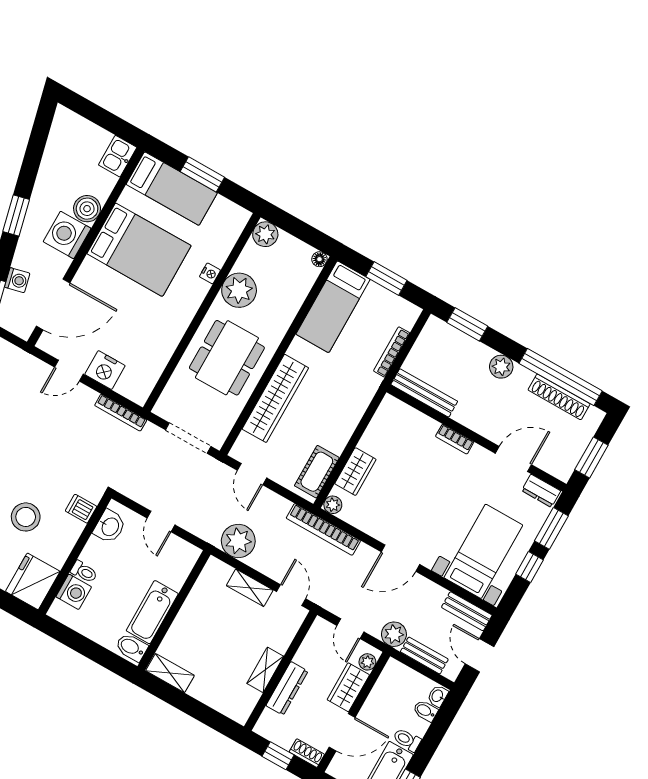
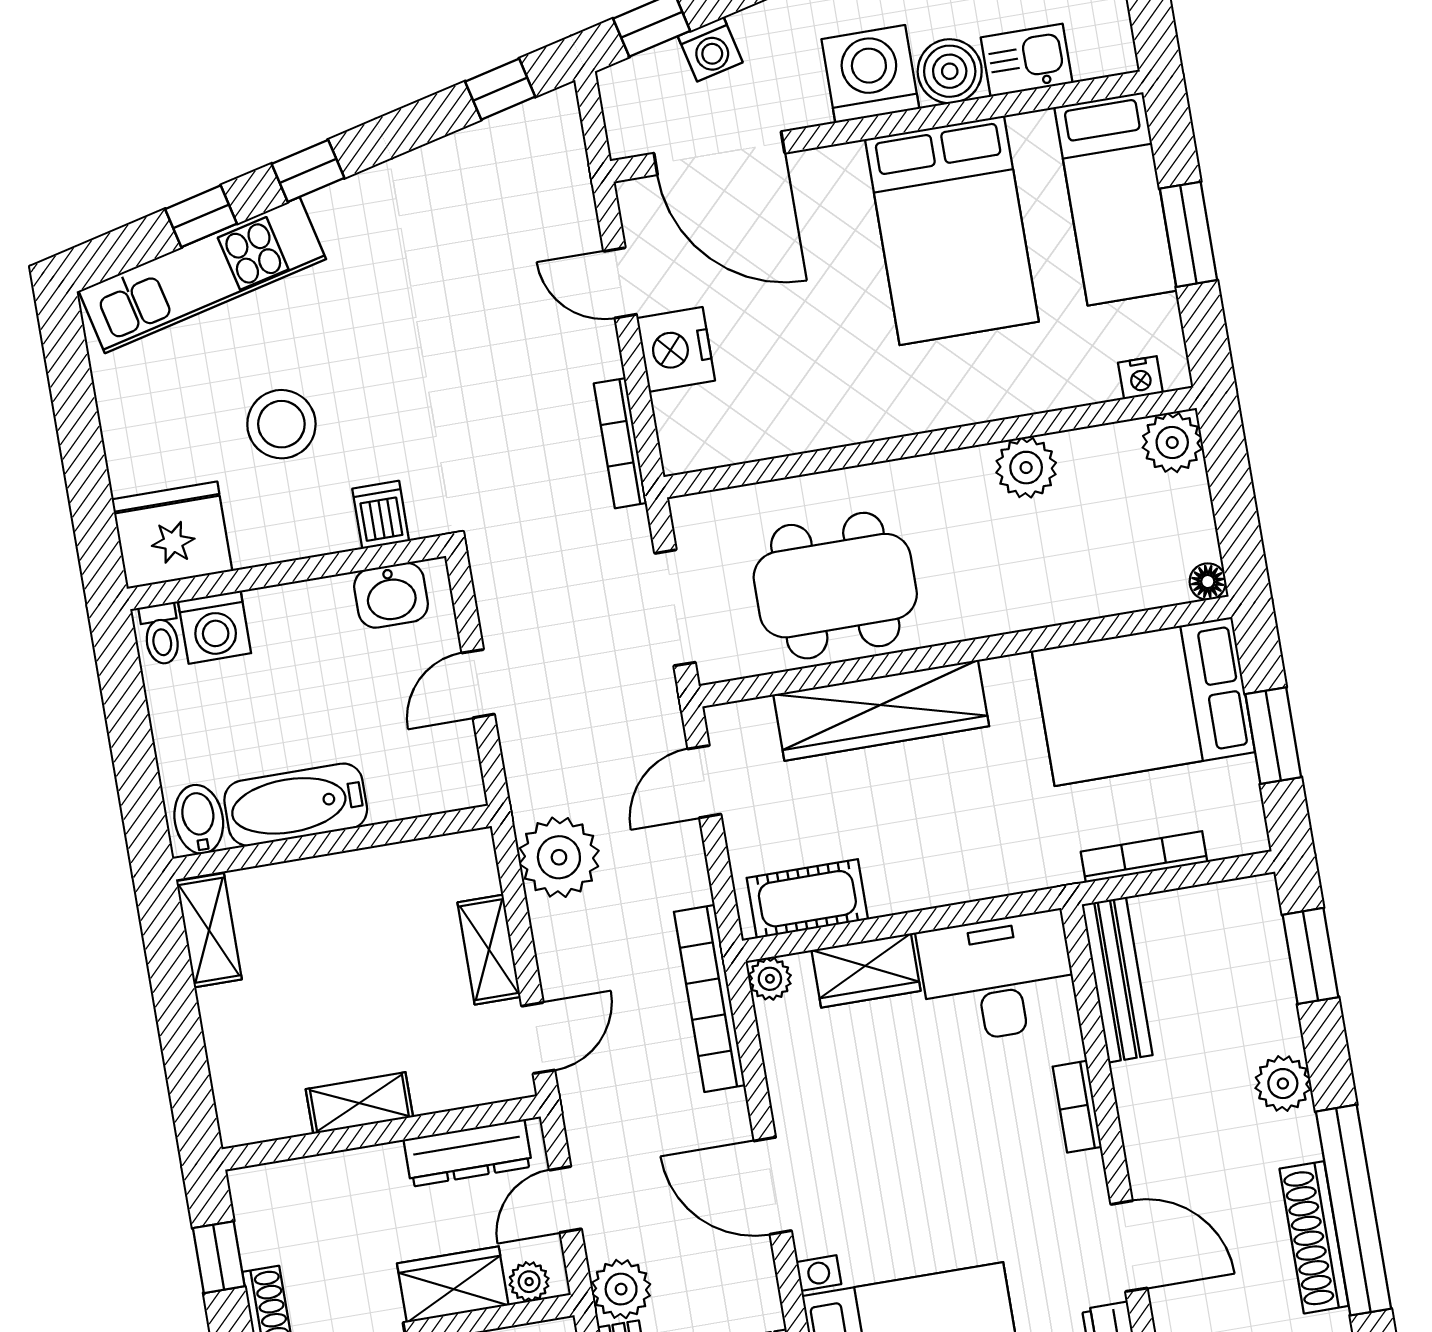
kitchen sink: (118, 156) -> (1027, 60), moved
nightstand: (210, 273) -> (1140, 378), moved
plant: (239, 290) -> (1026, 468), width x0.73, depth x0.73
bed: (333, 307) -> (1143, 701), width x1.50
dining table: (227, 358) -> (835, 586), moved
desk: (392, 431) -> (998, 978), added
toilet: (84, 572) -> (161, 634), moved
dresser: (287, 688) -> (468, 1153), moved

